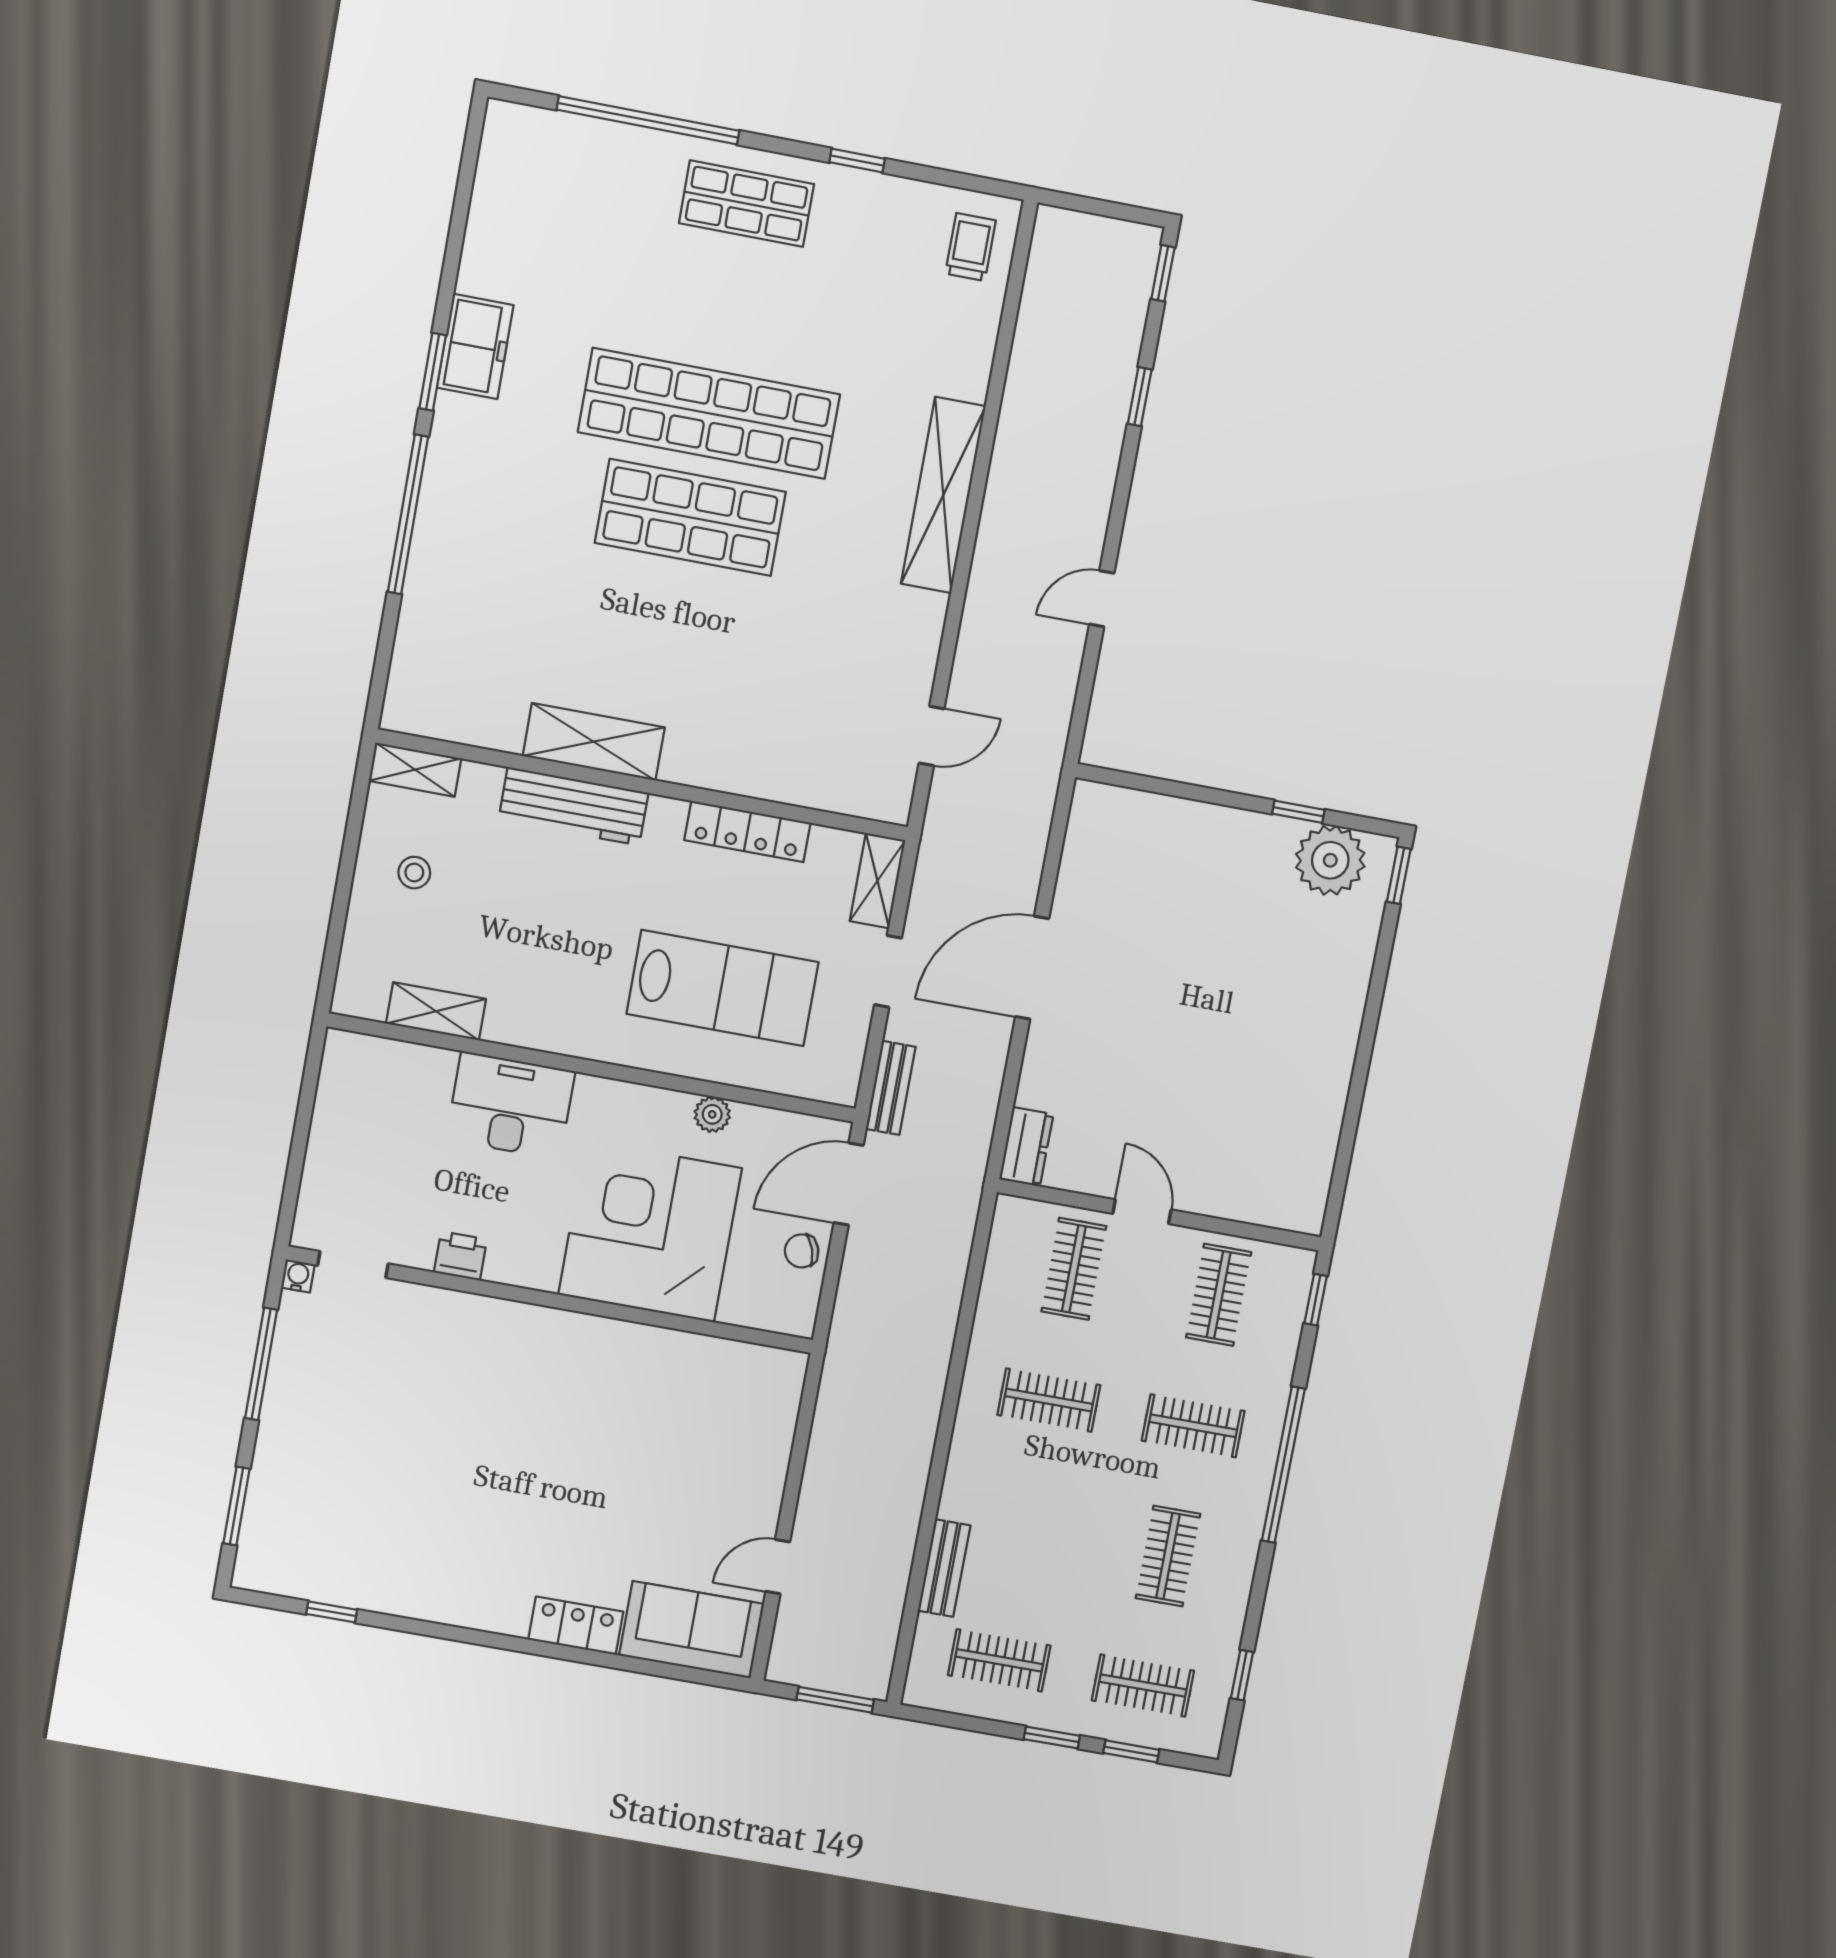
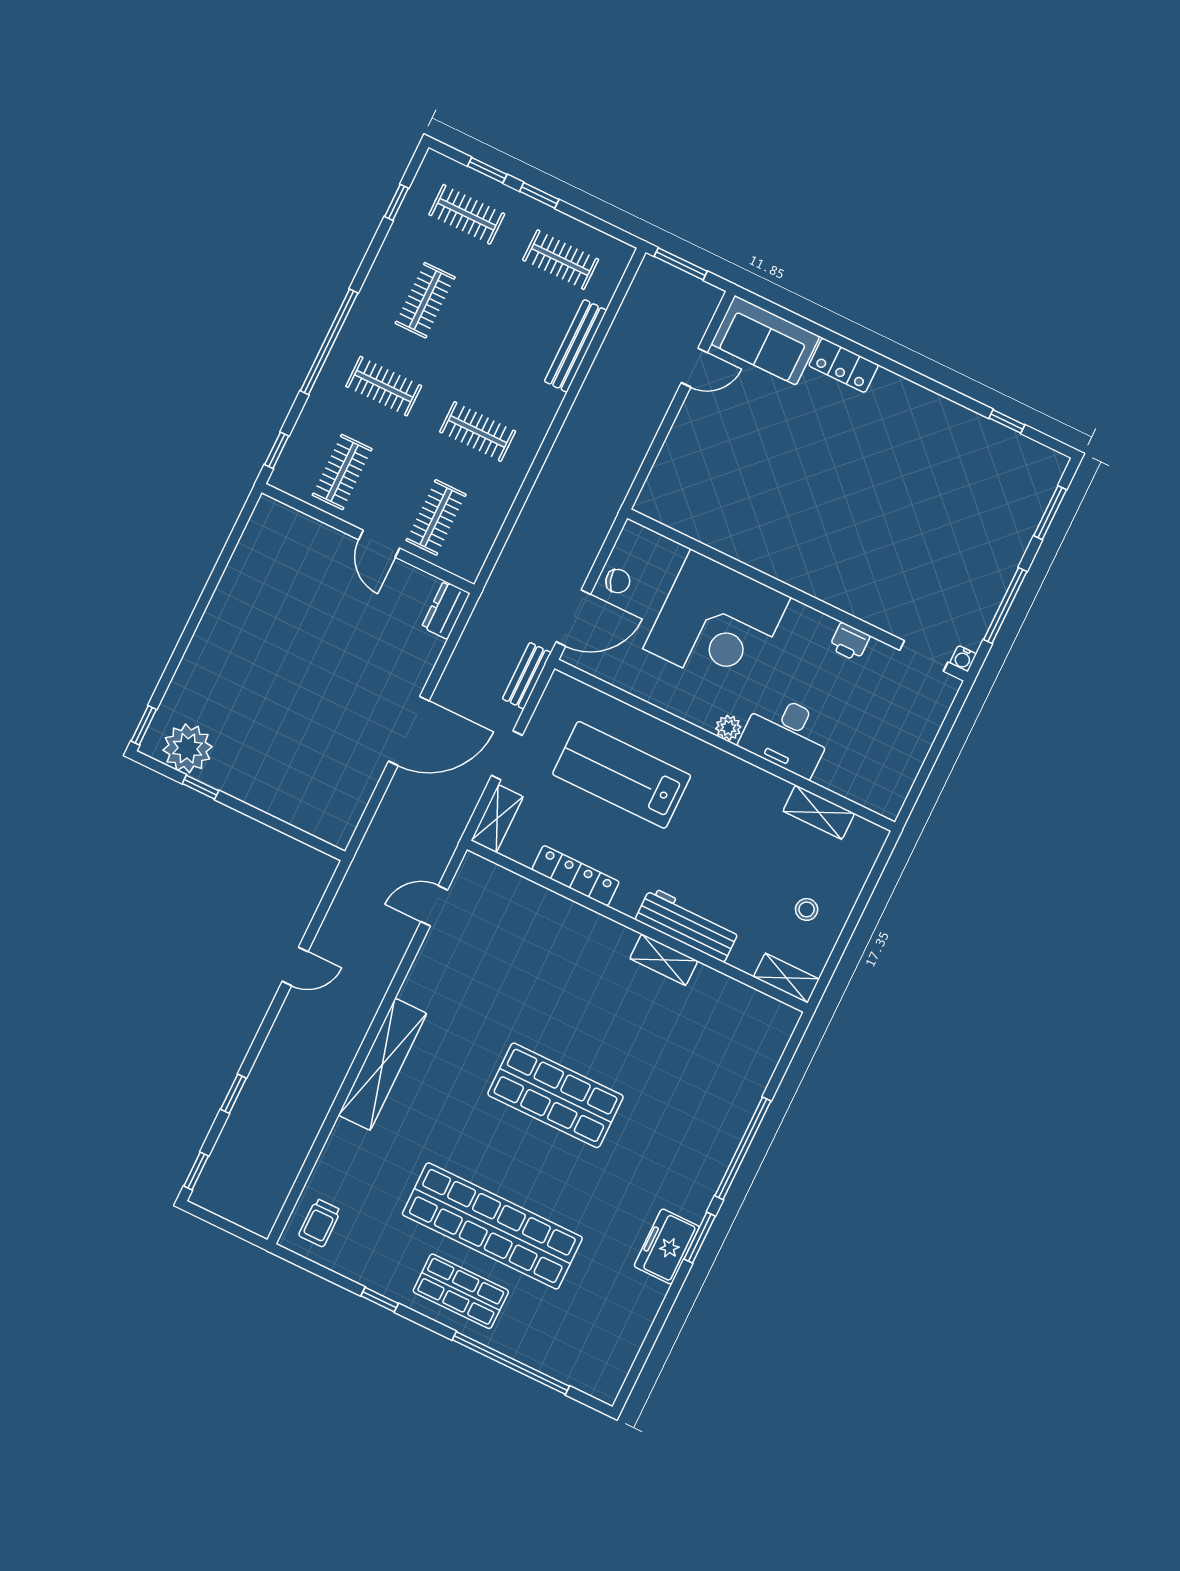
shop shelf: (709, 413) -> (492, 1226), moved
shelving: (594, 742) -> (664, 960), width x0.67, depth x0.75
plant: (712, 1114) -> (728, 728), moved
bench: (944, 1568) -> (576, 346), width x1.36

